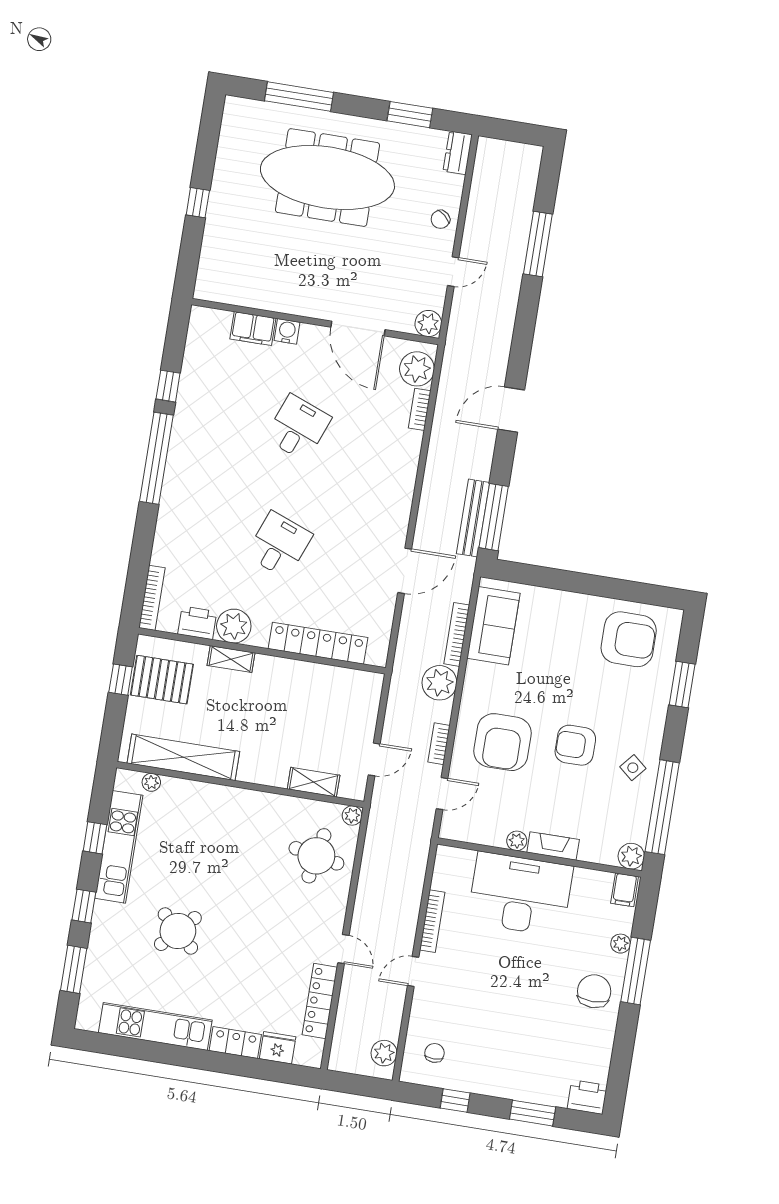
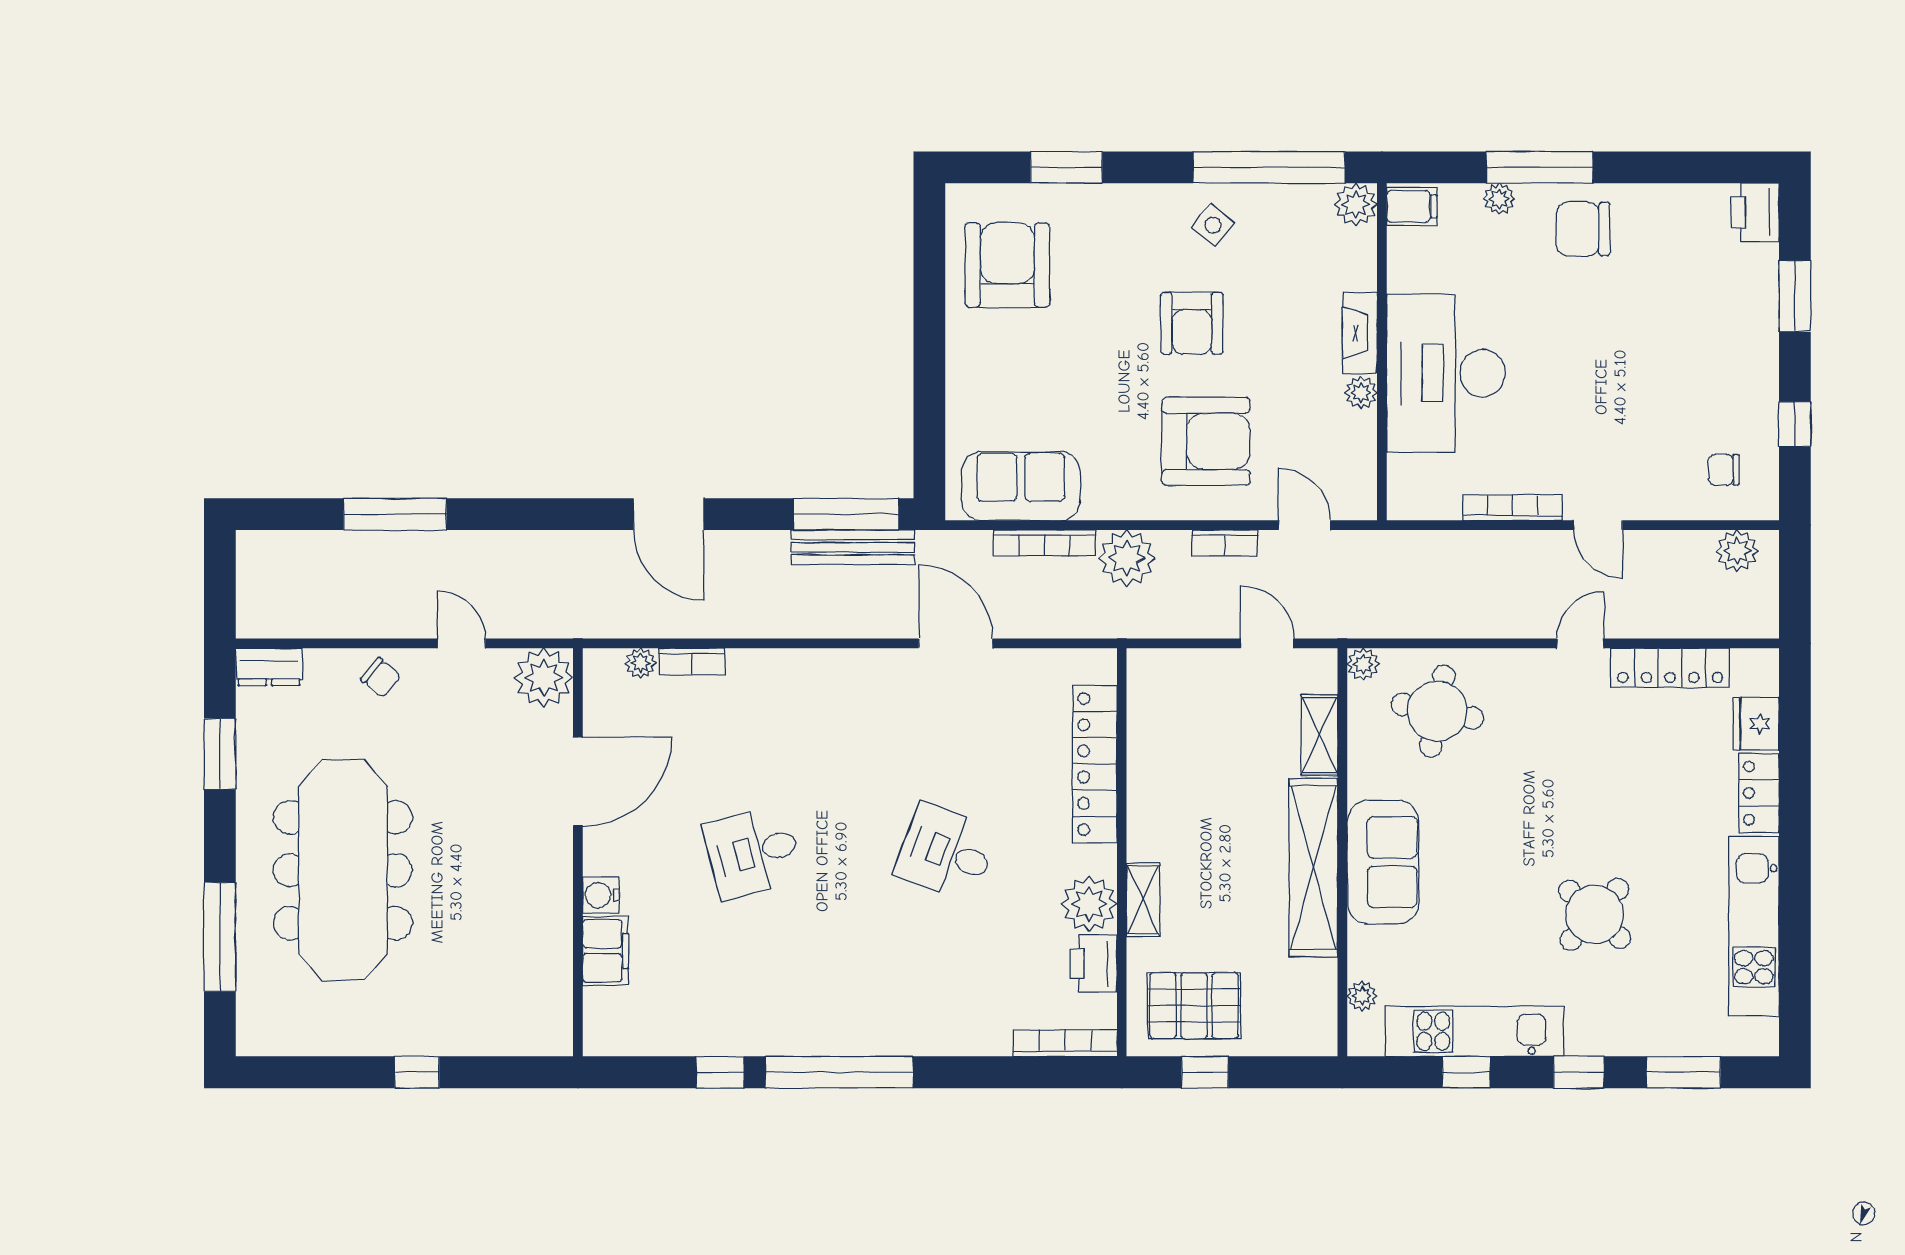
plant: (428, 324) -> (544, 678), width x1.36, depth x1.36
plant: (417, 369) -> (641, 663), width x0.53, depth x0.53
desk: (298, 428) -> (753, 852), turned -36
pallet: (162, 680) -> (1194, 1006), turned 90
shelving: (183, 757) -> (1313, 868), moved
sofa: (230, 808) -> (1383, 862), added

